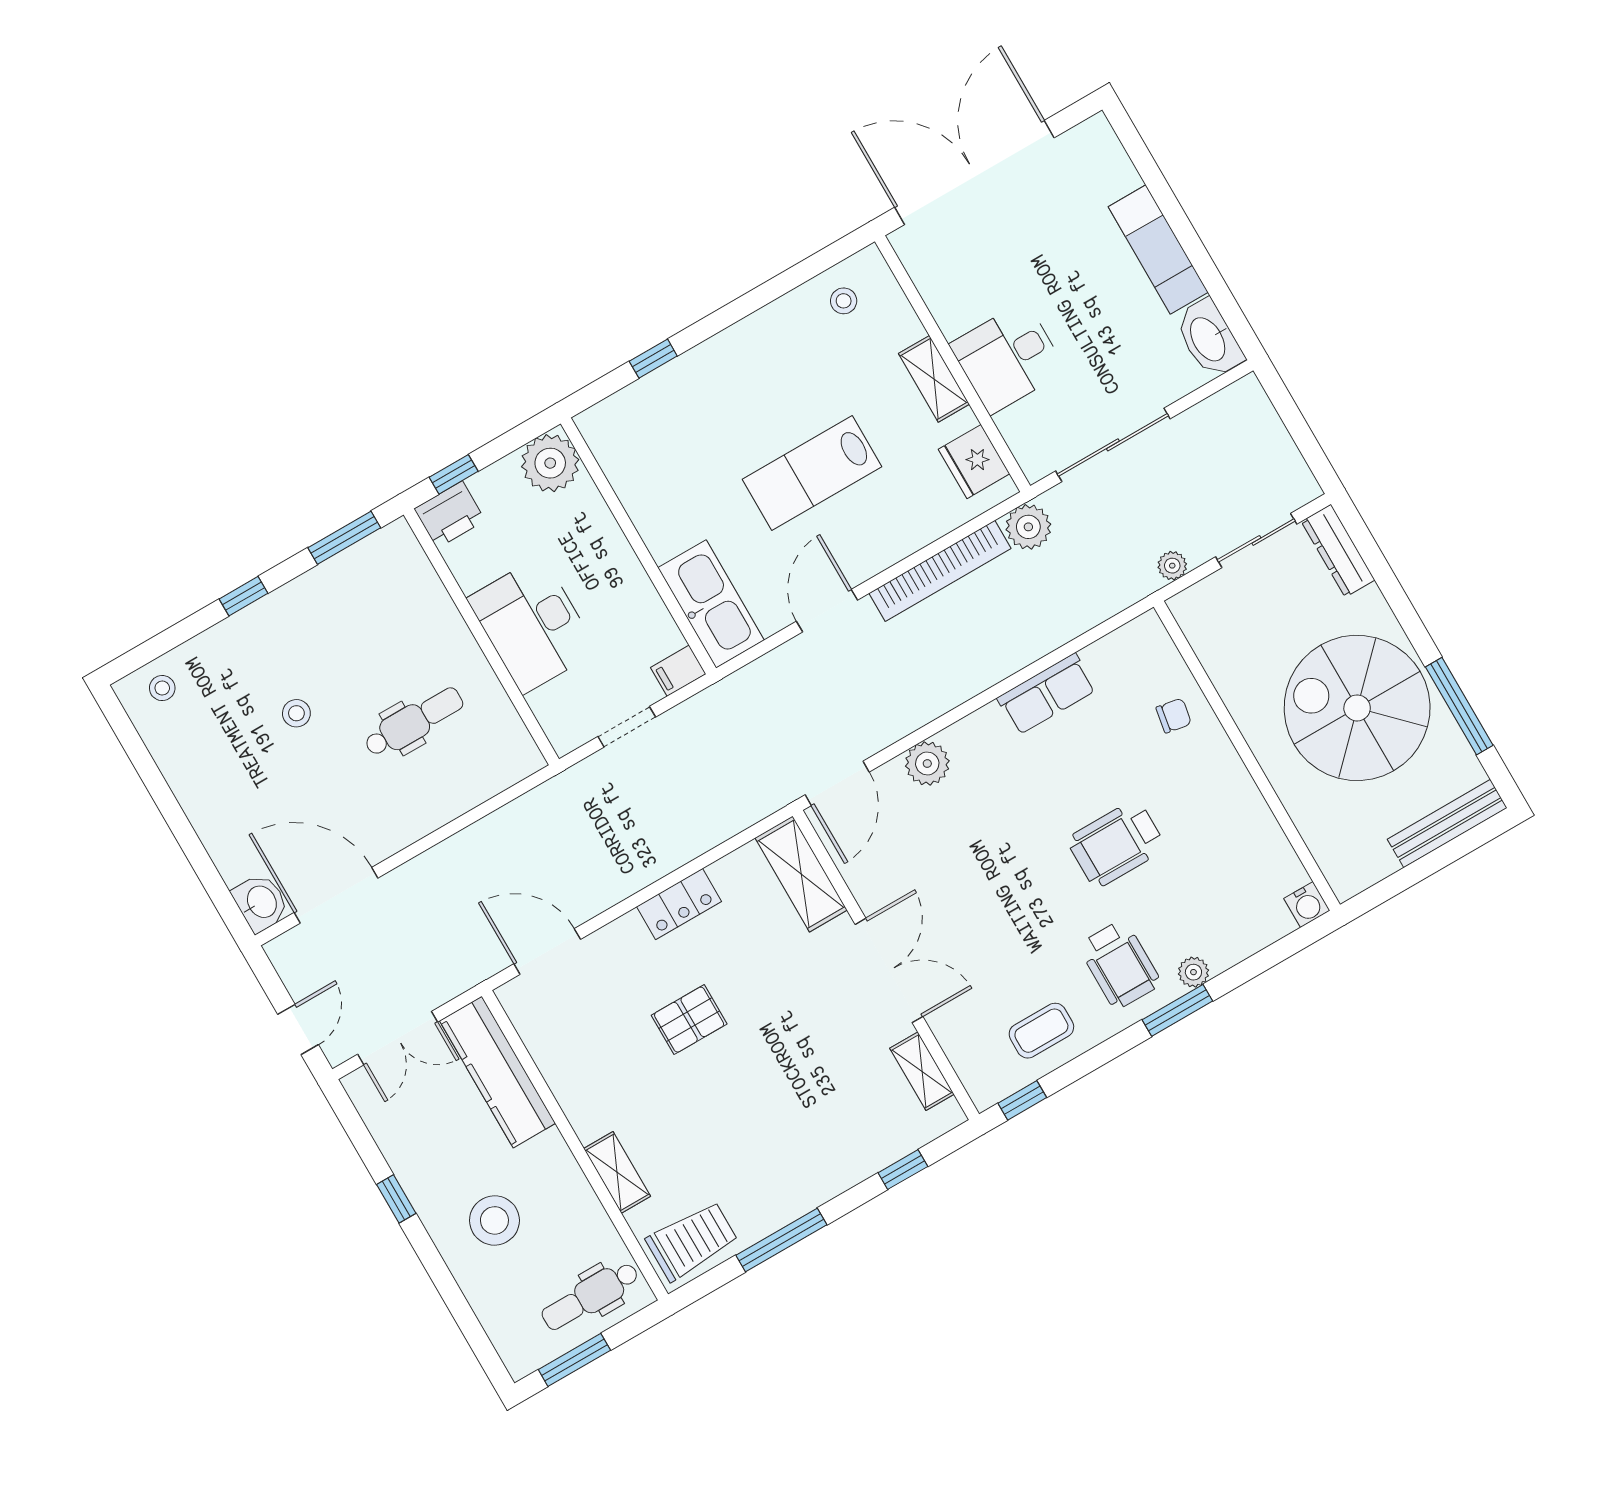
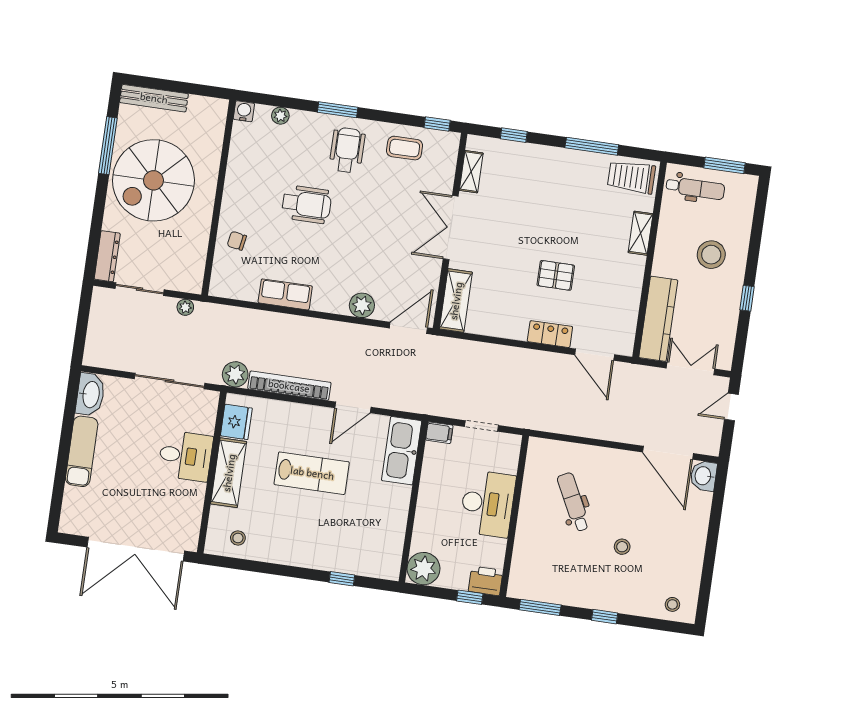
shelving: (934, 379) -> (229, 473), width x1.50, depth x1.33
spiral stairs: (1357, 708) -> (153, 180), turned 90
dental chair: (414, 722) -> (573, 502), turned 63
locker: (679, 904) -> (550, 334), moved
plant: (1193, 972) -> (280, 116), moved

